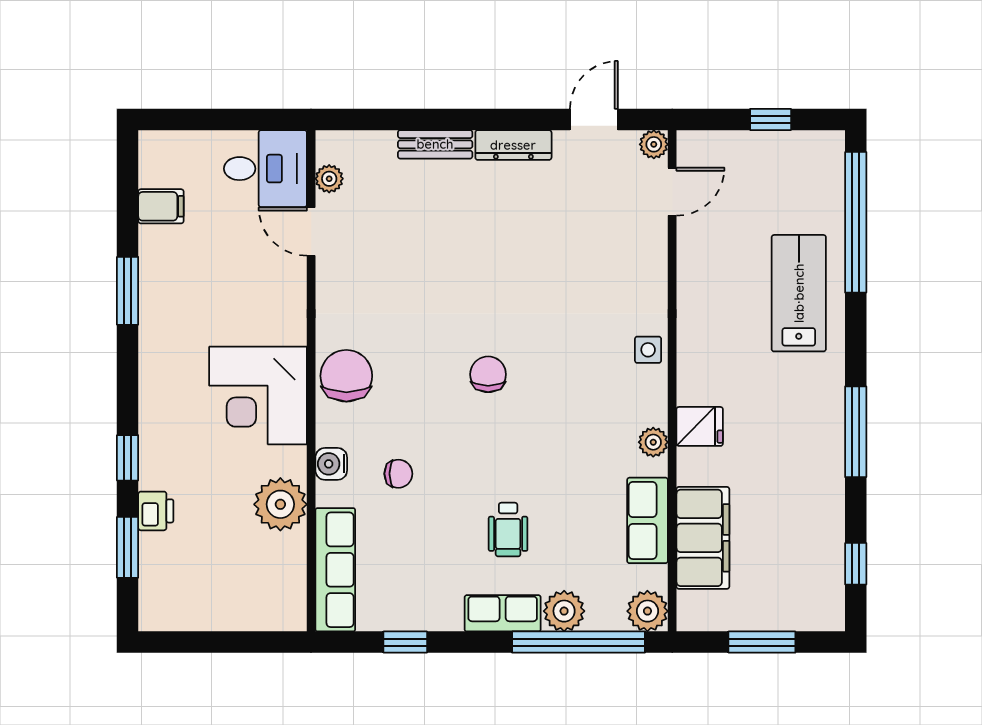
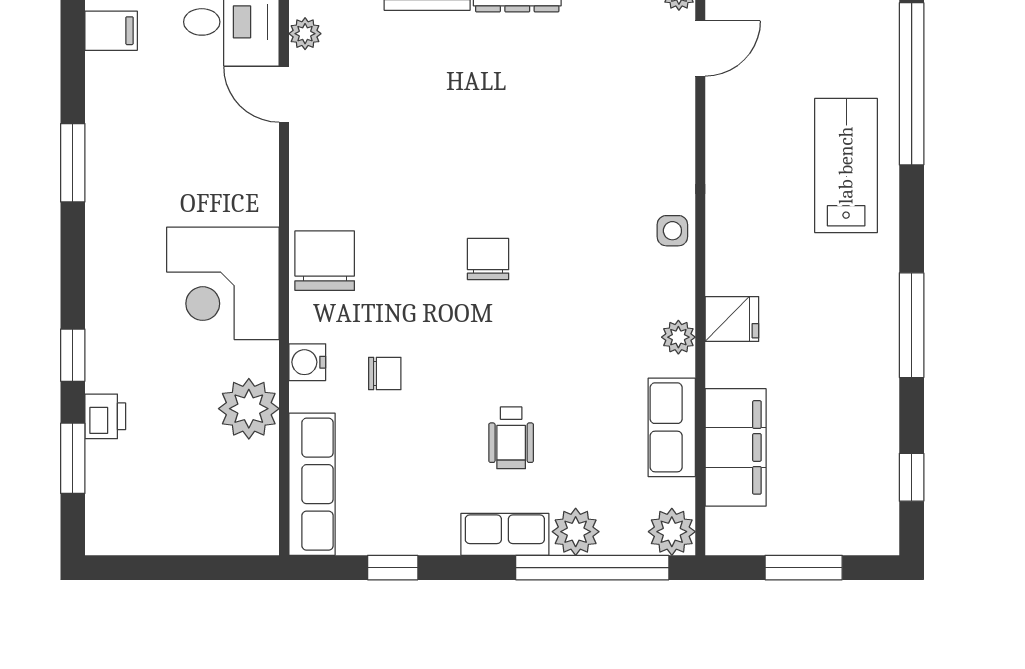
filing cabinet: (161, 206) -> (111, 31), moved

